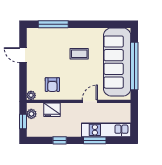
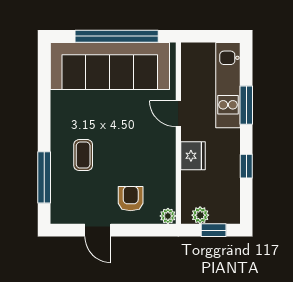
coffee table: (79, 54) -> (83, 155), moved
door: (23, 55) -> (98, 230), hinge flipped
armchair: (52, 85) -> (131, 199), moved, turned -90
fridge: (52, 110) -> (193, 156), moved

